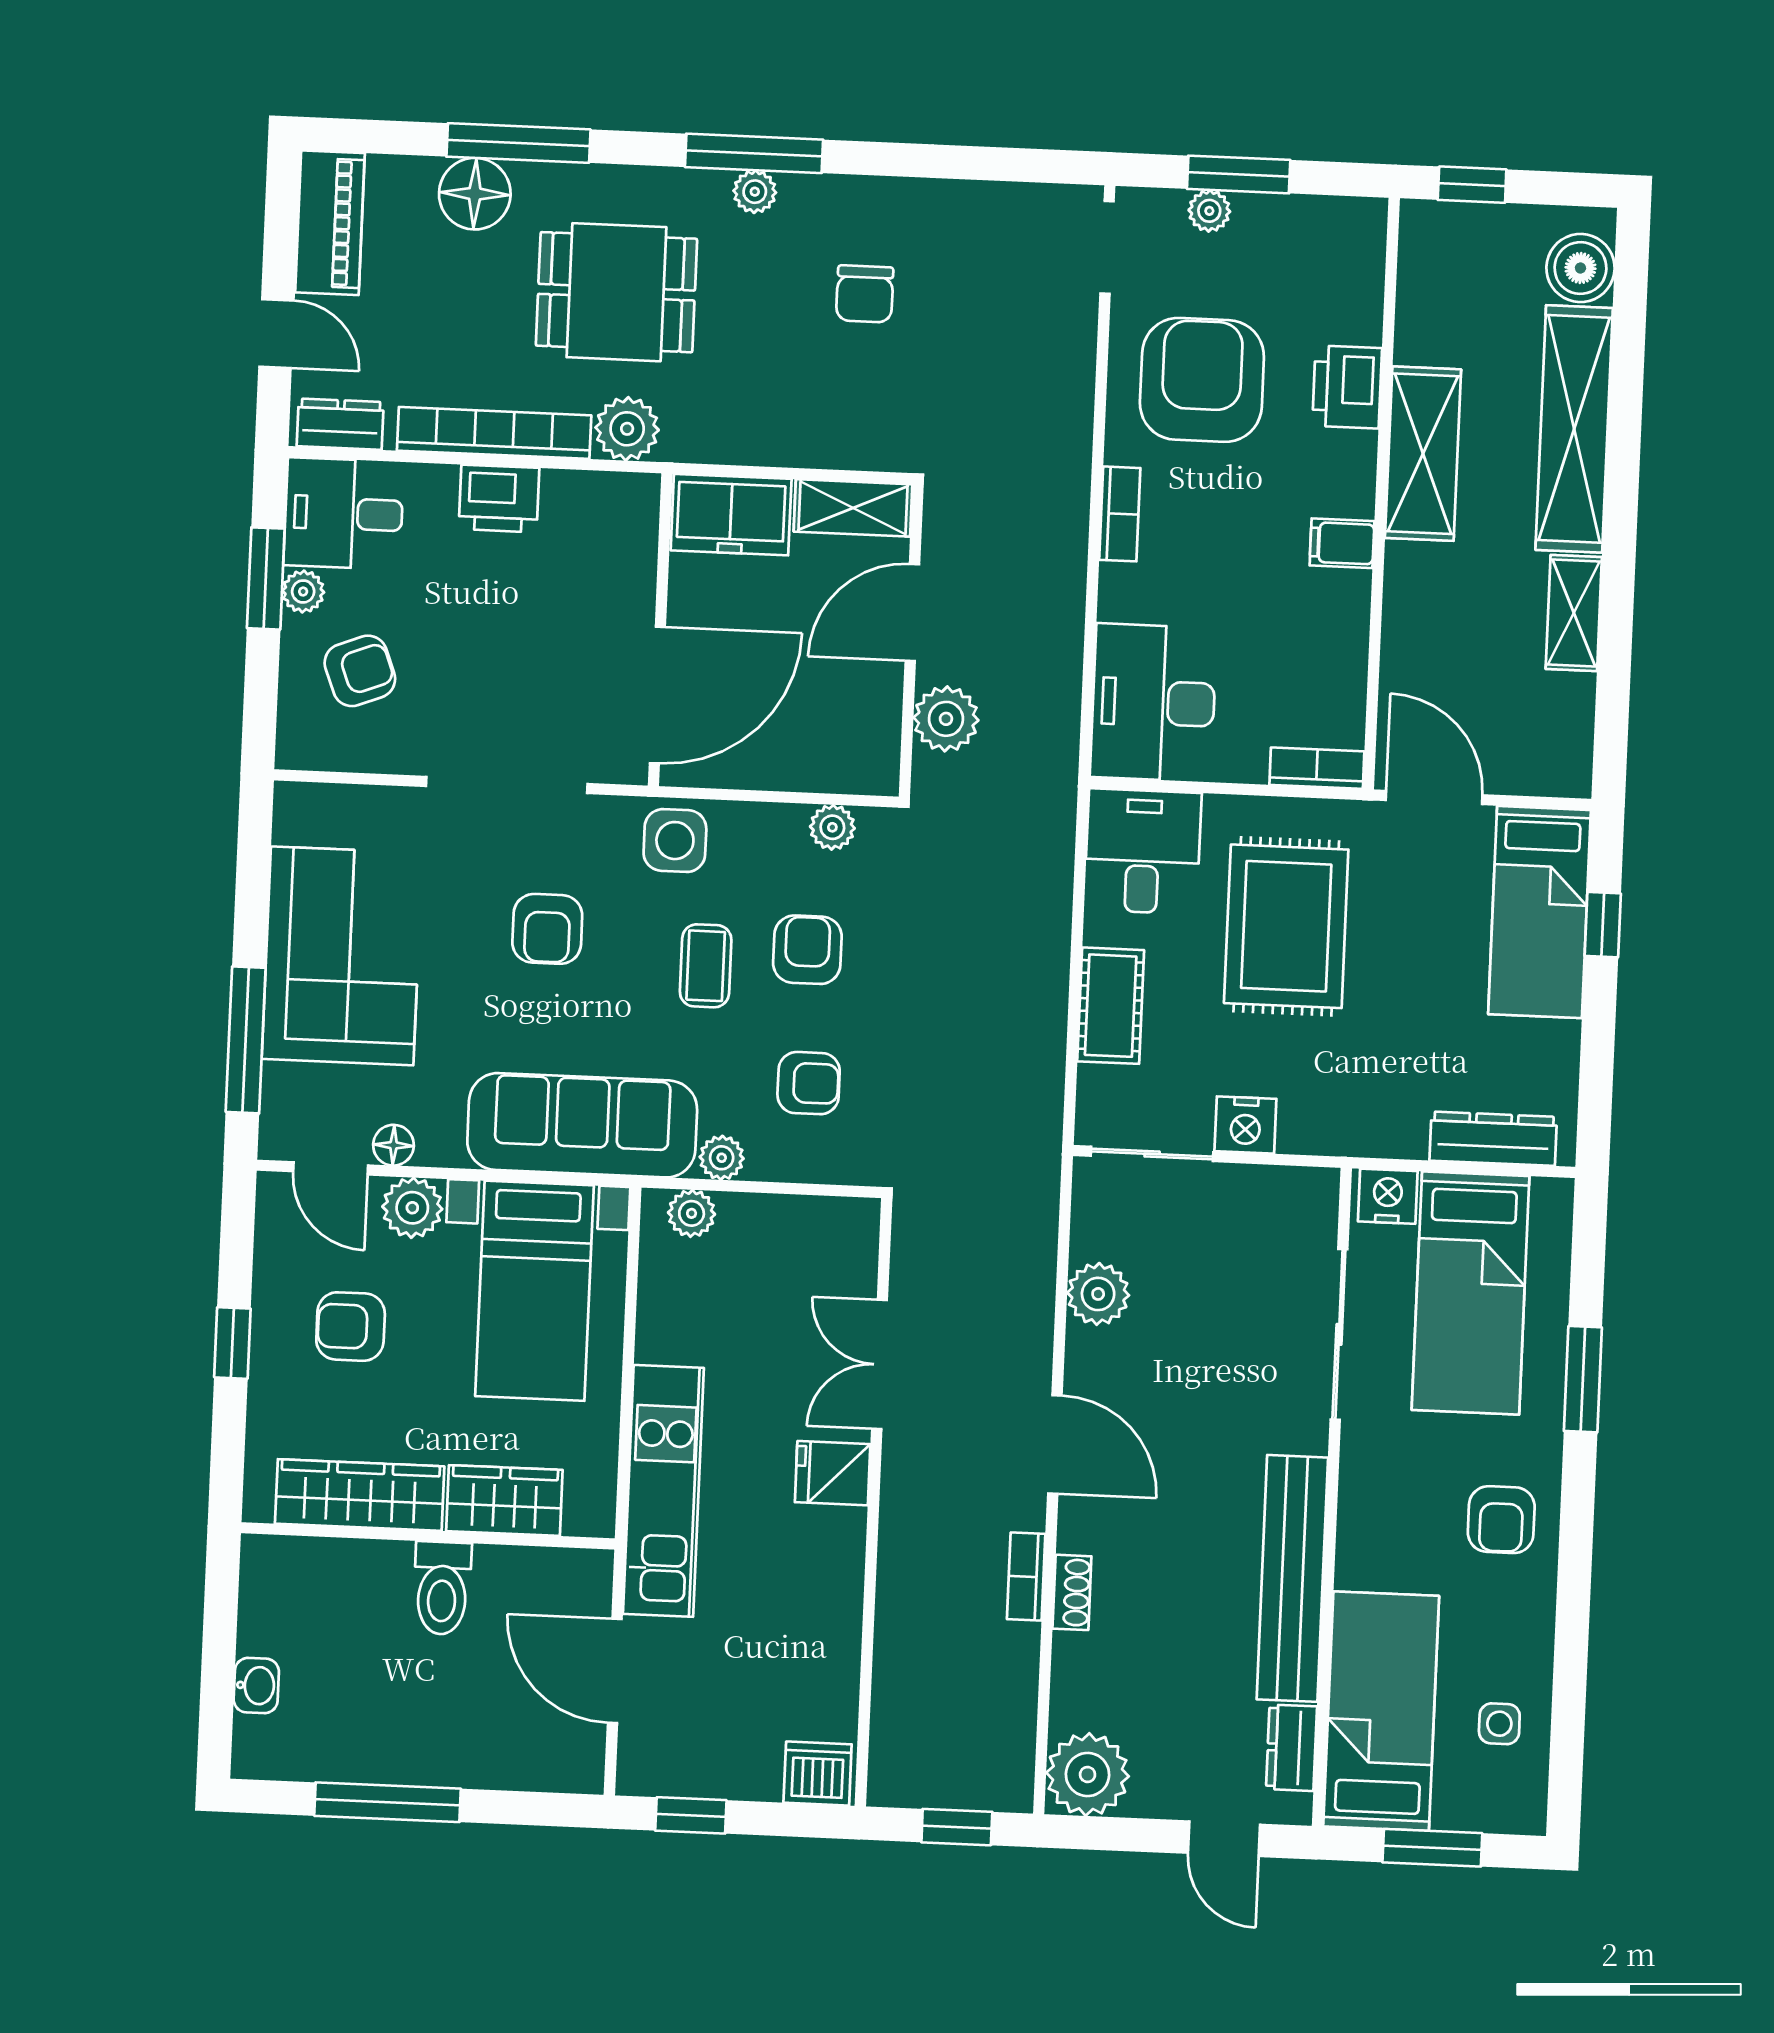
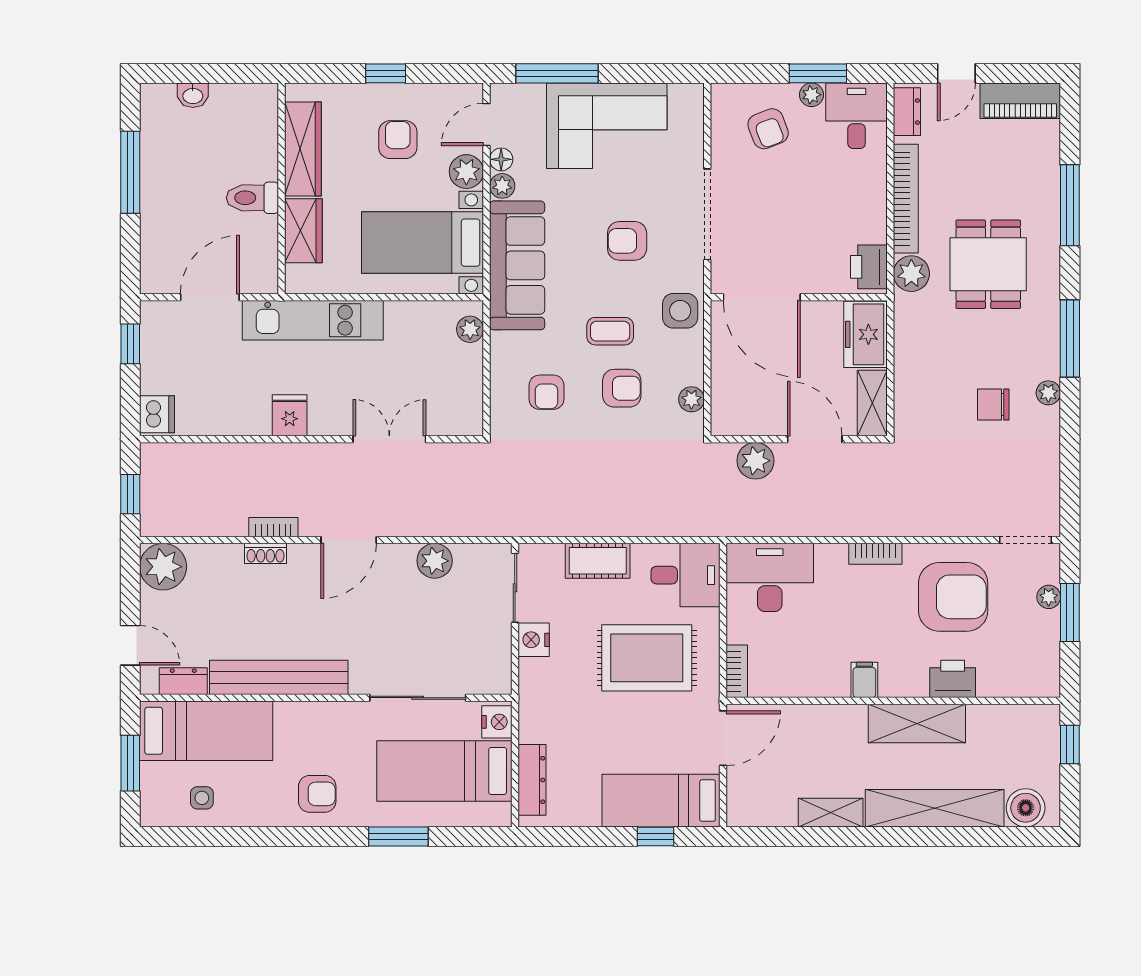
plant: (755, 192) -> (1048, 393), moved
floor lamp: (475, 194) -> (1040, 182), removed
printer: (499, 499) -> (869, 267), moved
plant: (722, 1158) -> (502, 186), moved
fridge: (833, 1473) -> (290, 415), moved
armchair: (1501, 1520) -> (317, 794), turned 180
door: (1224, 1839) -> (130, 645), swing flipped

